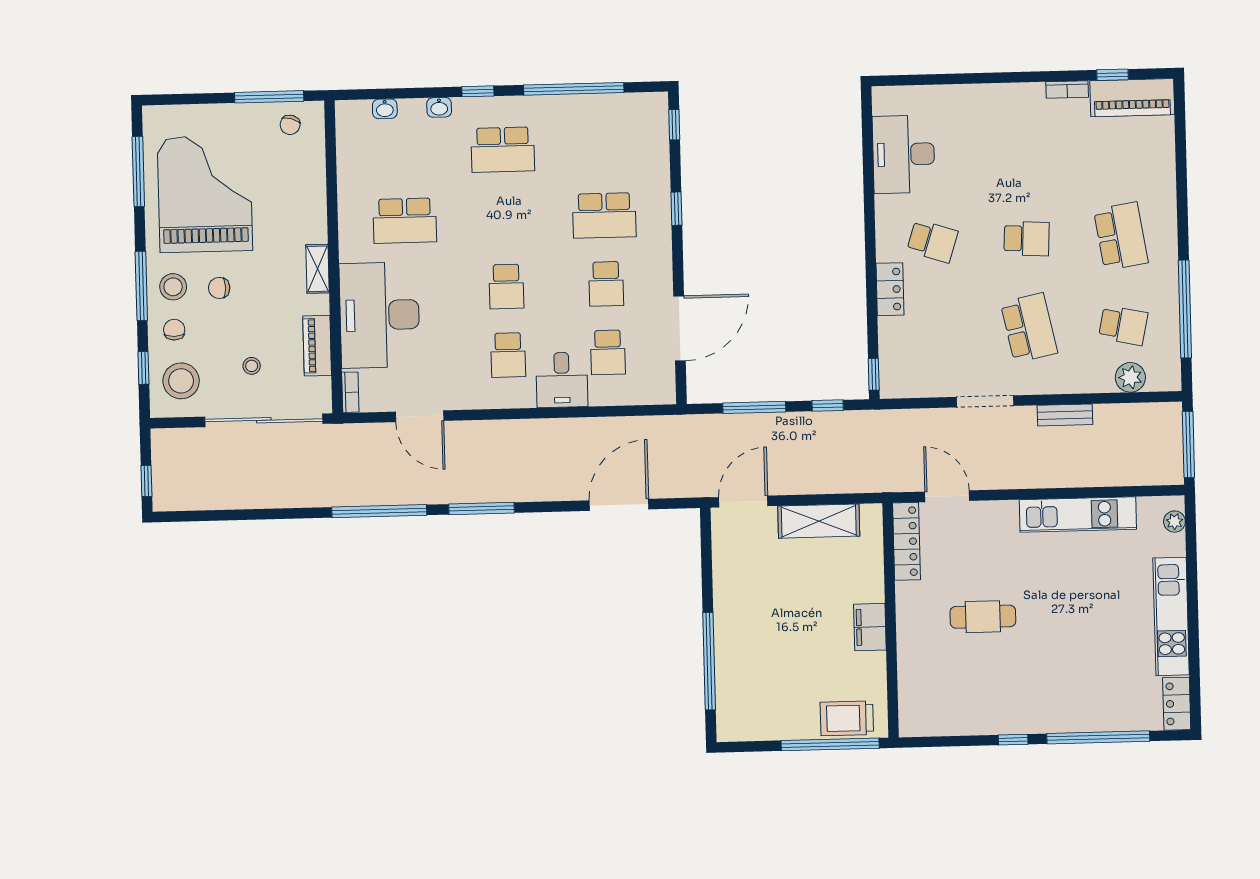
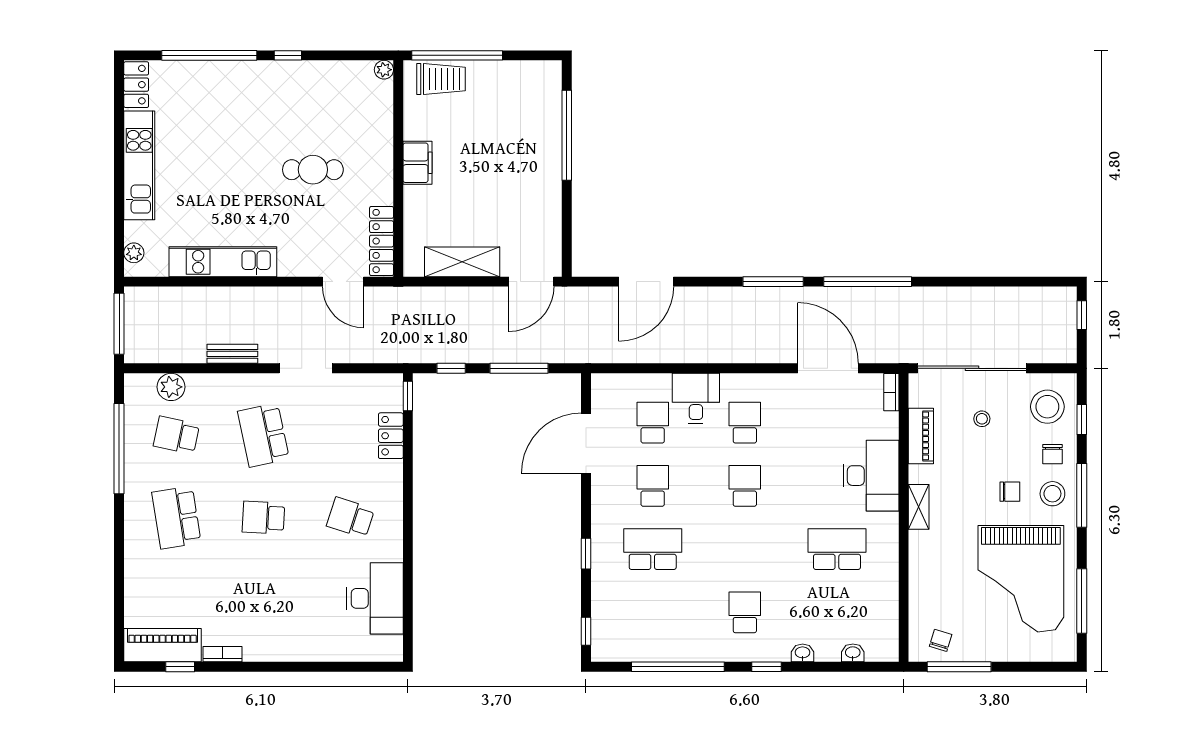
school desk: (503, 150) -> (745, 612), width x0.54
locker: (890, 289) -> (391, 436), moved
desk: (380, 315) -> (871, 476), width x0.73, depth x0.77
door: (420, 416) -> (828, 368), width x1.36
plant: (909, 727) -> (384, 70), added

